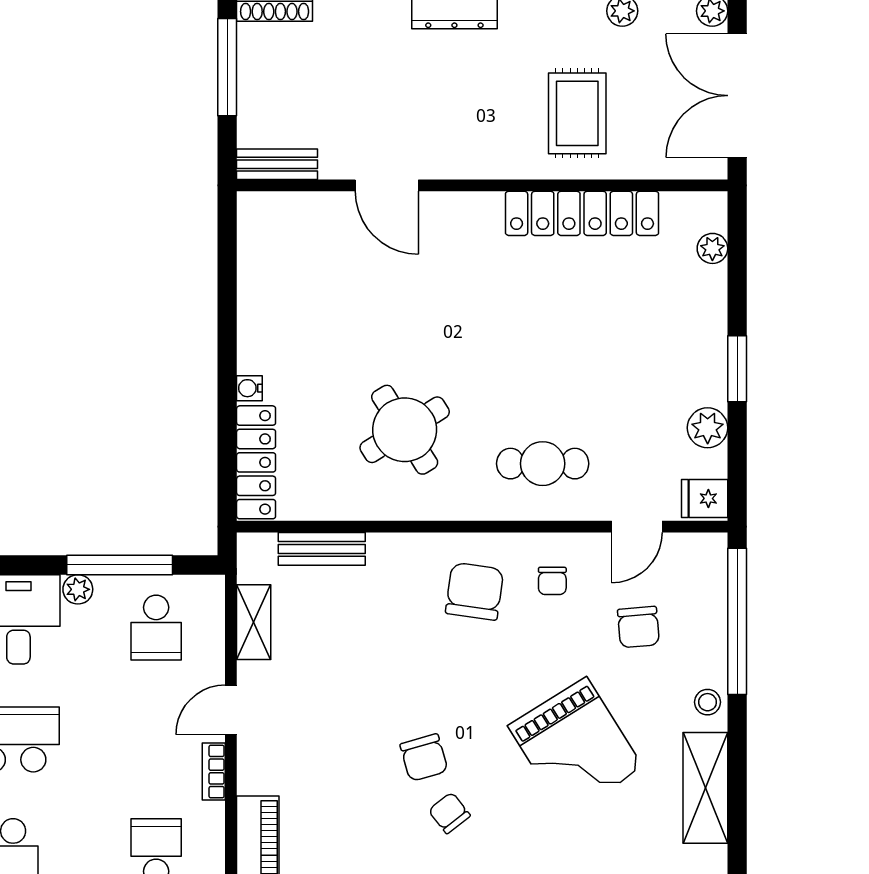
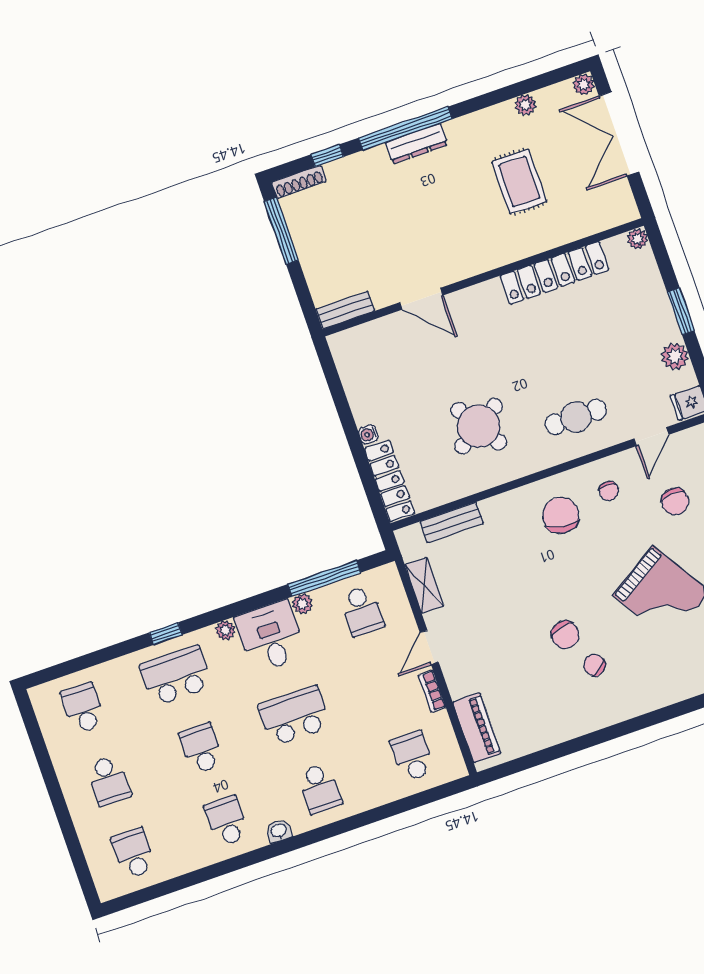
bench: (277, 164) -> (345, 310), moved
door: (387, 185) -> (421, 299), moved
wall: (482, 185) -> (483, 277), moved
locker: (582, 213) -> (554, 273), moved

